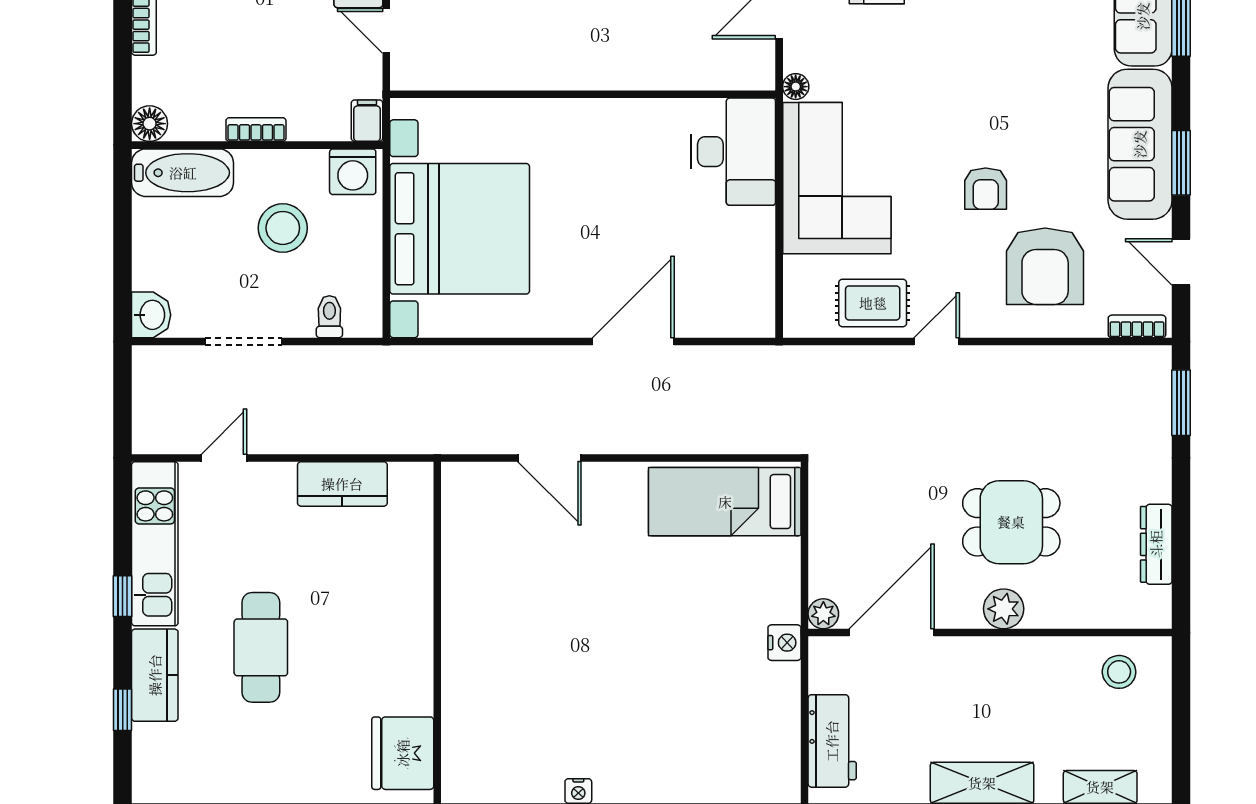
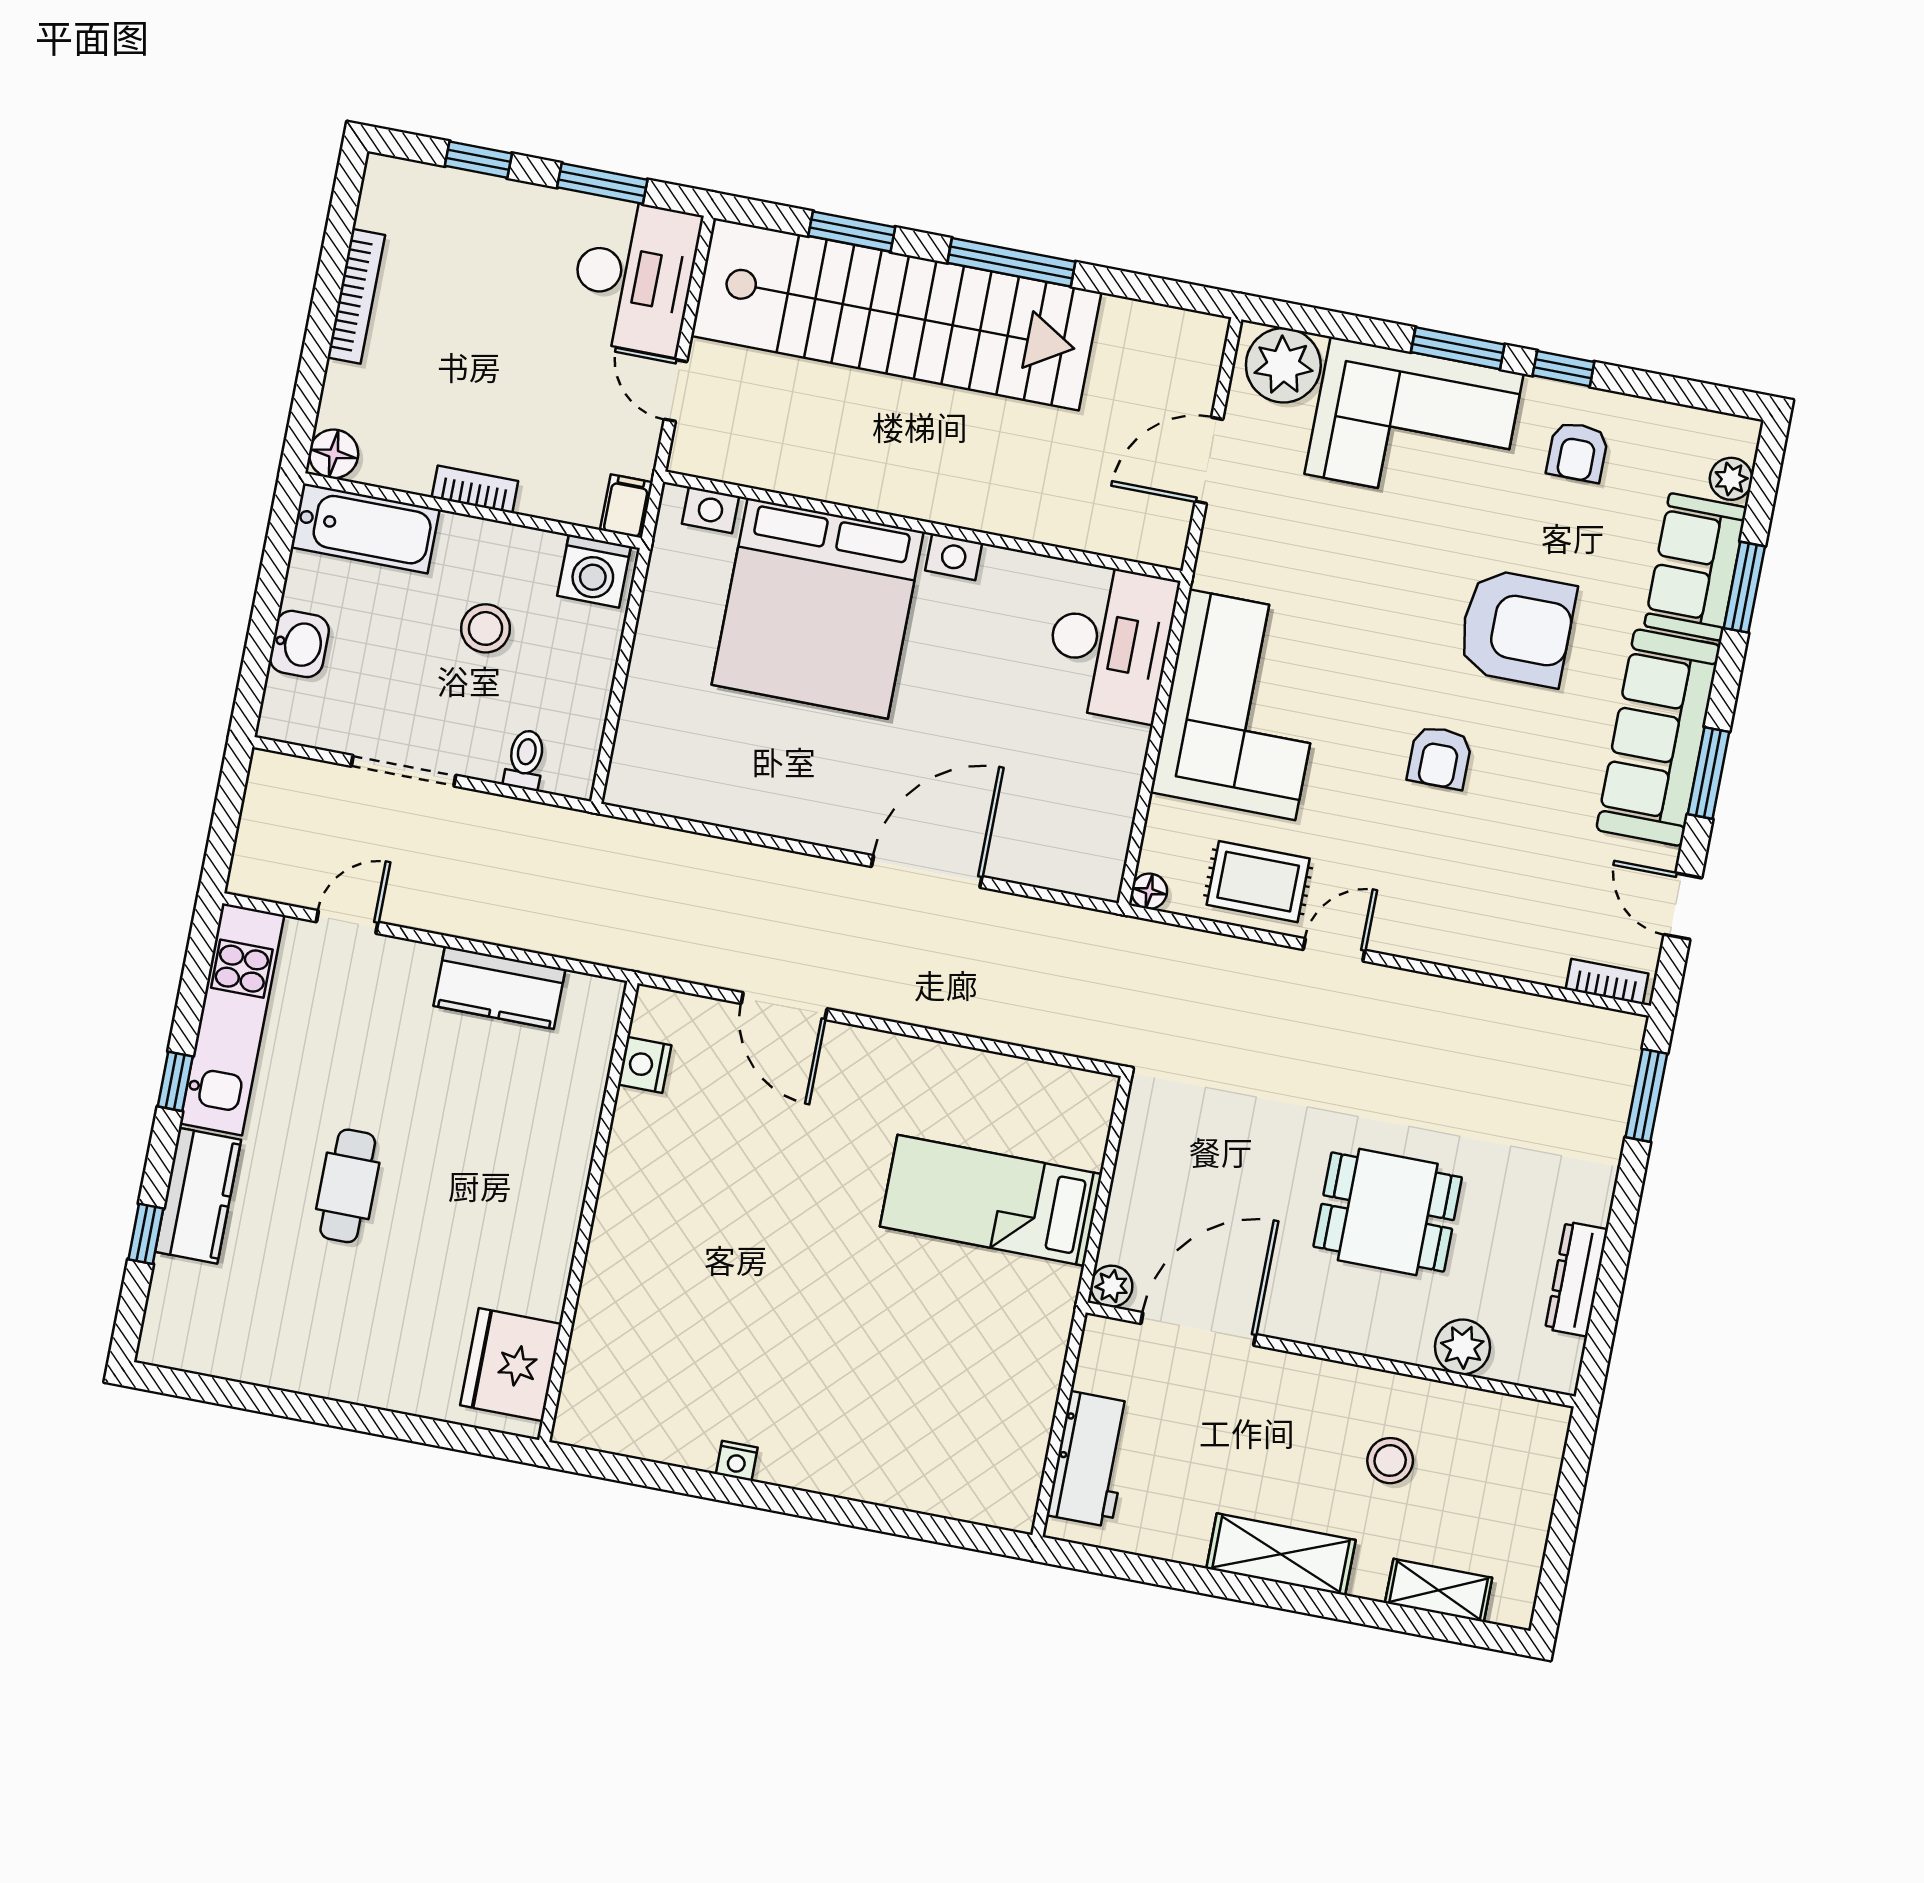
floor lamp: (796, 87) -> (1149, 891), moved
stool: (283, 228) -> (486, 628), width x0.73, depth x0.73
bed with nightstands: (460, 229) -> (818, 608), moved, turned 90
armchair: (1045, 266) -> (1517, 628), moved, turned -90
washbasin: (151, 315) -> (299, 644), moved
bed: (725, 502) -> (991, 1200), moved
plant: (1004, 609) -> (1463, 1347), moved
nightstand: (784, 643) -> (645, 1065), moved, turned 180
cafe table: (261, 647) -> (348, 1186), width x0.73, depth x0.74
stool: (1119, 672) -> (1390, 1461), moved

